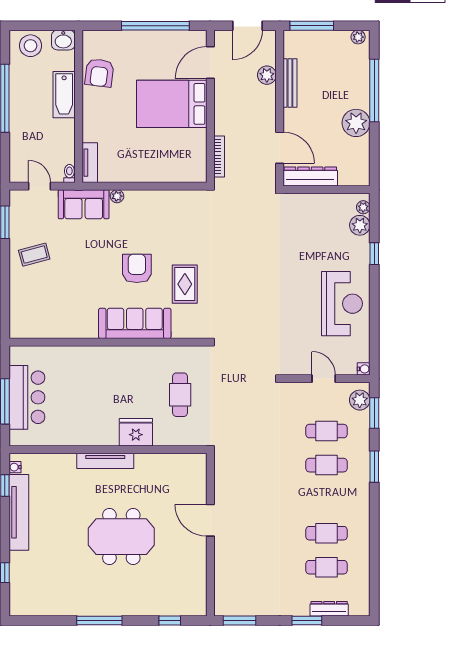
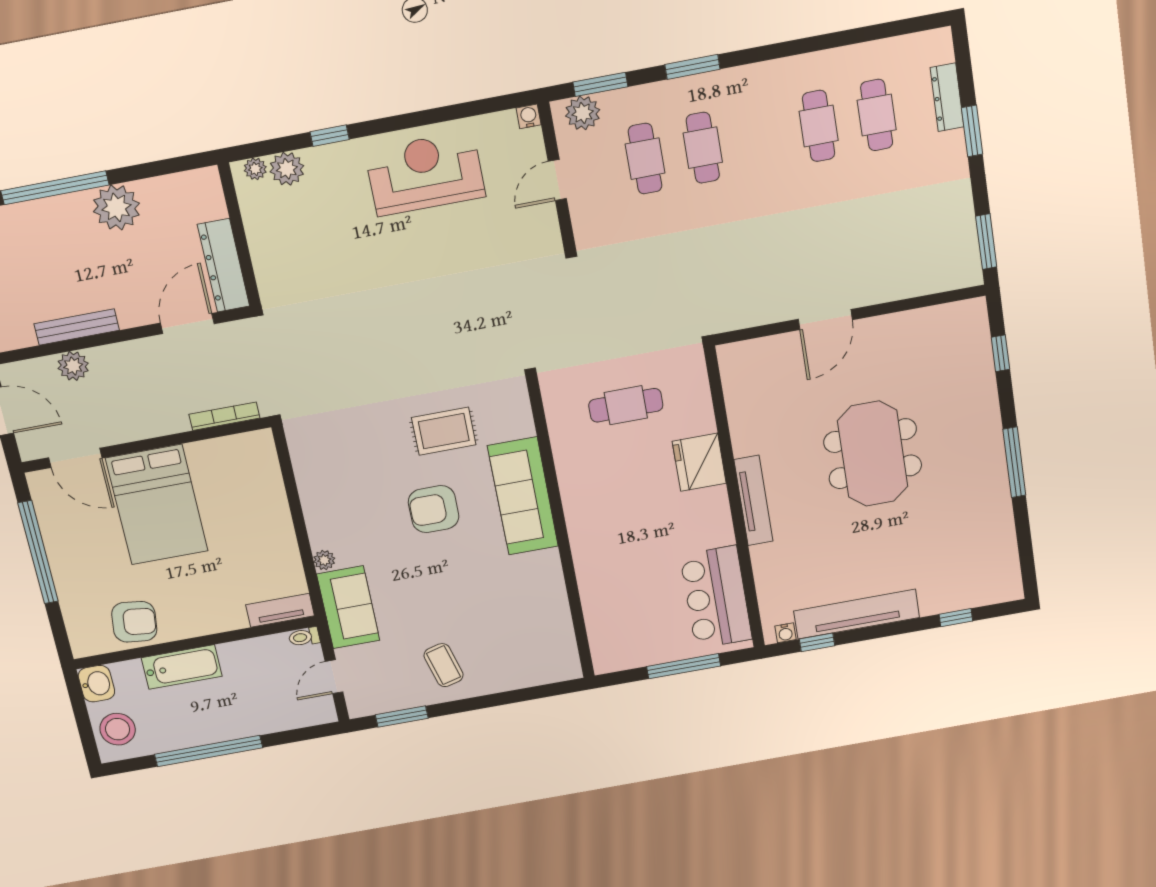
bar counter: (27, 397) -> (716, 597), moved, turned -90

